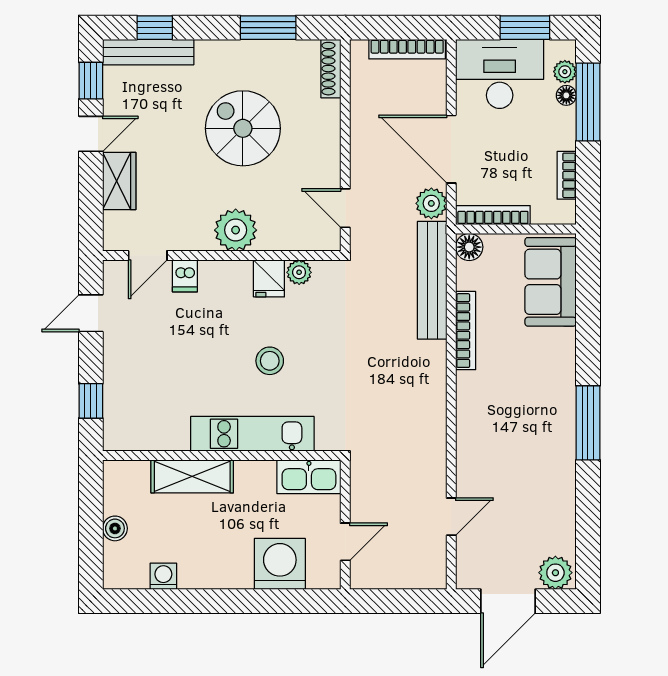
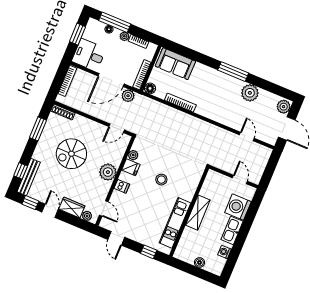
plant: (565, 72) -> (124, 36), moved
desk: (500, 74) -> (89, 55), width x0.73
plant: (115, 224) -> (87, 216), added
dishwasher: (185, 276) -> (122, 186), moved
bench: (432, 280) -> (157, 107), removed
kitchen unit: (252, 434) -> (175, 223), moved
shelving: (192, 476) -> (198, 213), moved
kitchen sink: (309, 477) -> (232, 230), moved, turned 180
plant: (555, 482) -> (250, 93), added

